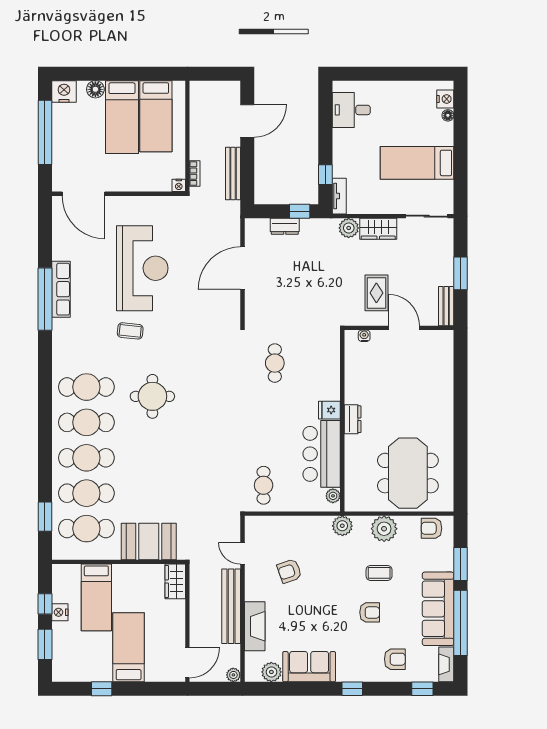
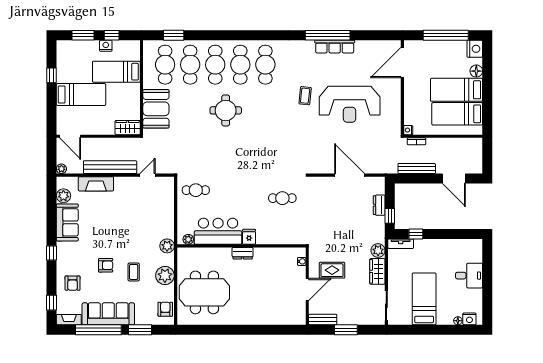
desk: (351, 110) -> (469, 276), moved, turned 90
round table: (152, 396) -> (226, 110), moved
armchair: (289, 571) -> (135, 208), removed
armchair: (370, 612) -> (106, 265), turned -90

